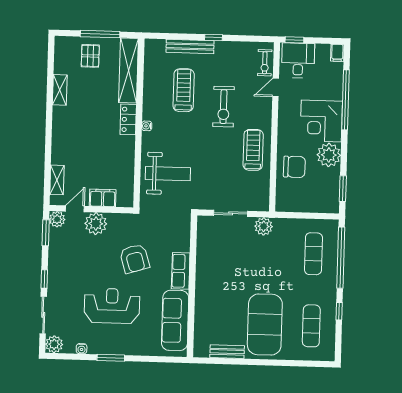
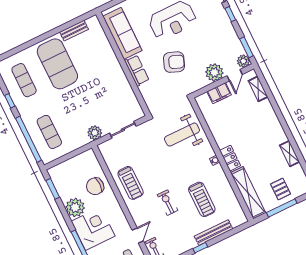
exercise bike: (224, 107) -> (167, 203), width x0.73, depth x0.72
armchair: (135, 259) -> (174, 62), turned 128

